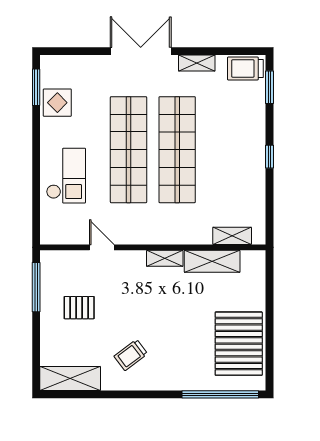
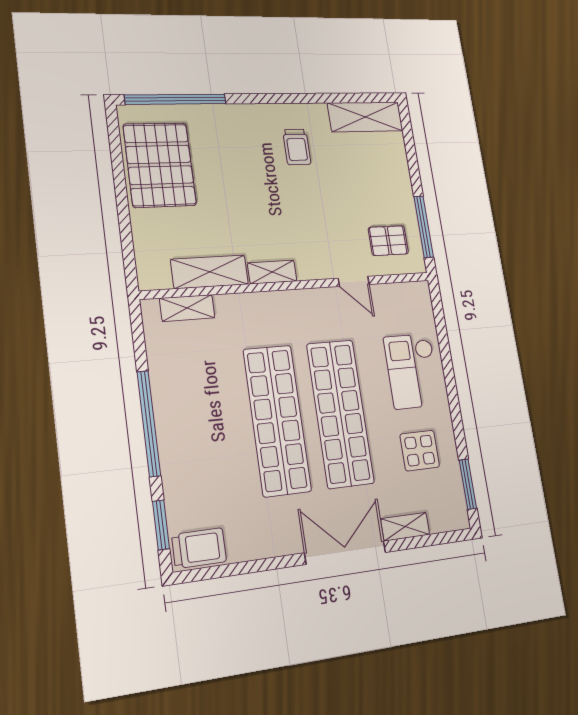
double door: (141, 51) -> (345, 553), swing flipped
shelving: (197, 63) -> (405, 527), moved
display table: (57, 103) -> (420, 451), moved
window: (269, 157) -> (149, 424), width x3.17
pallet: (79, 308) -> (388, 241), moved
trolley: (131, 355) -> (297, 147), turned 127

